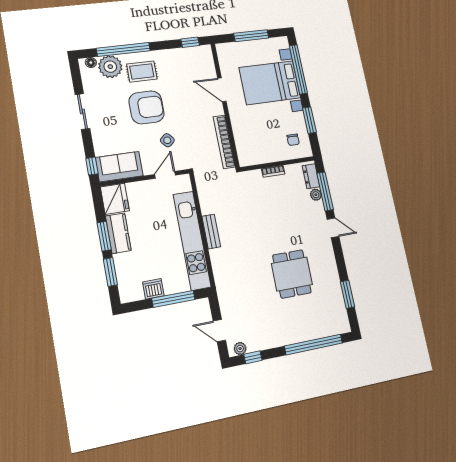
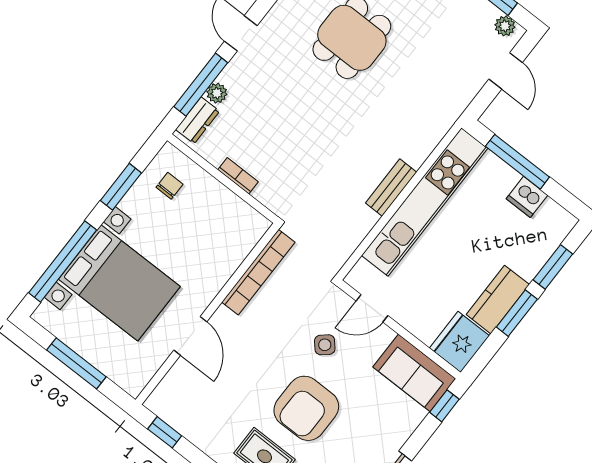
armchair: (147, 107) -> (306, 408), turned -90

